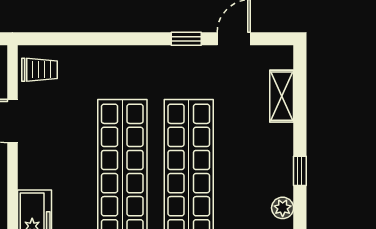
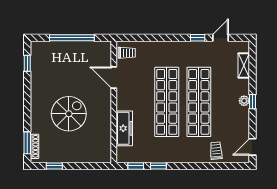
plant: (283, 208) -> (244, 101), moved

